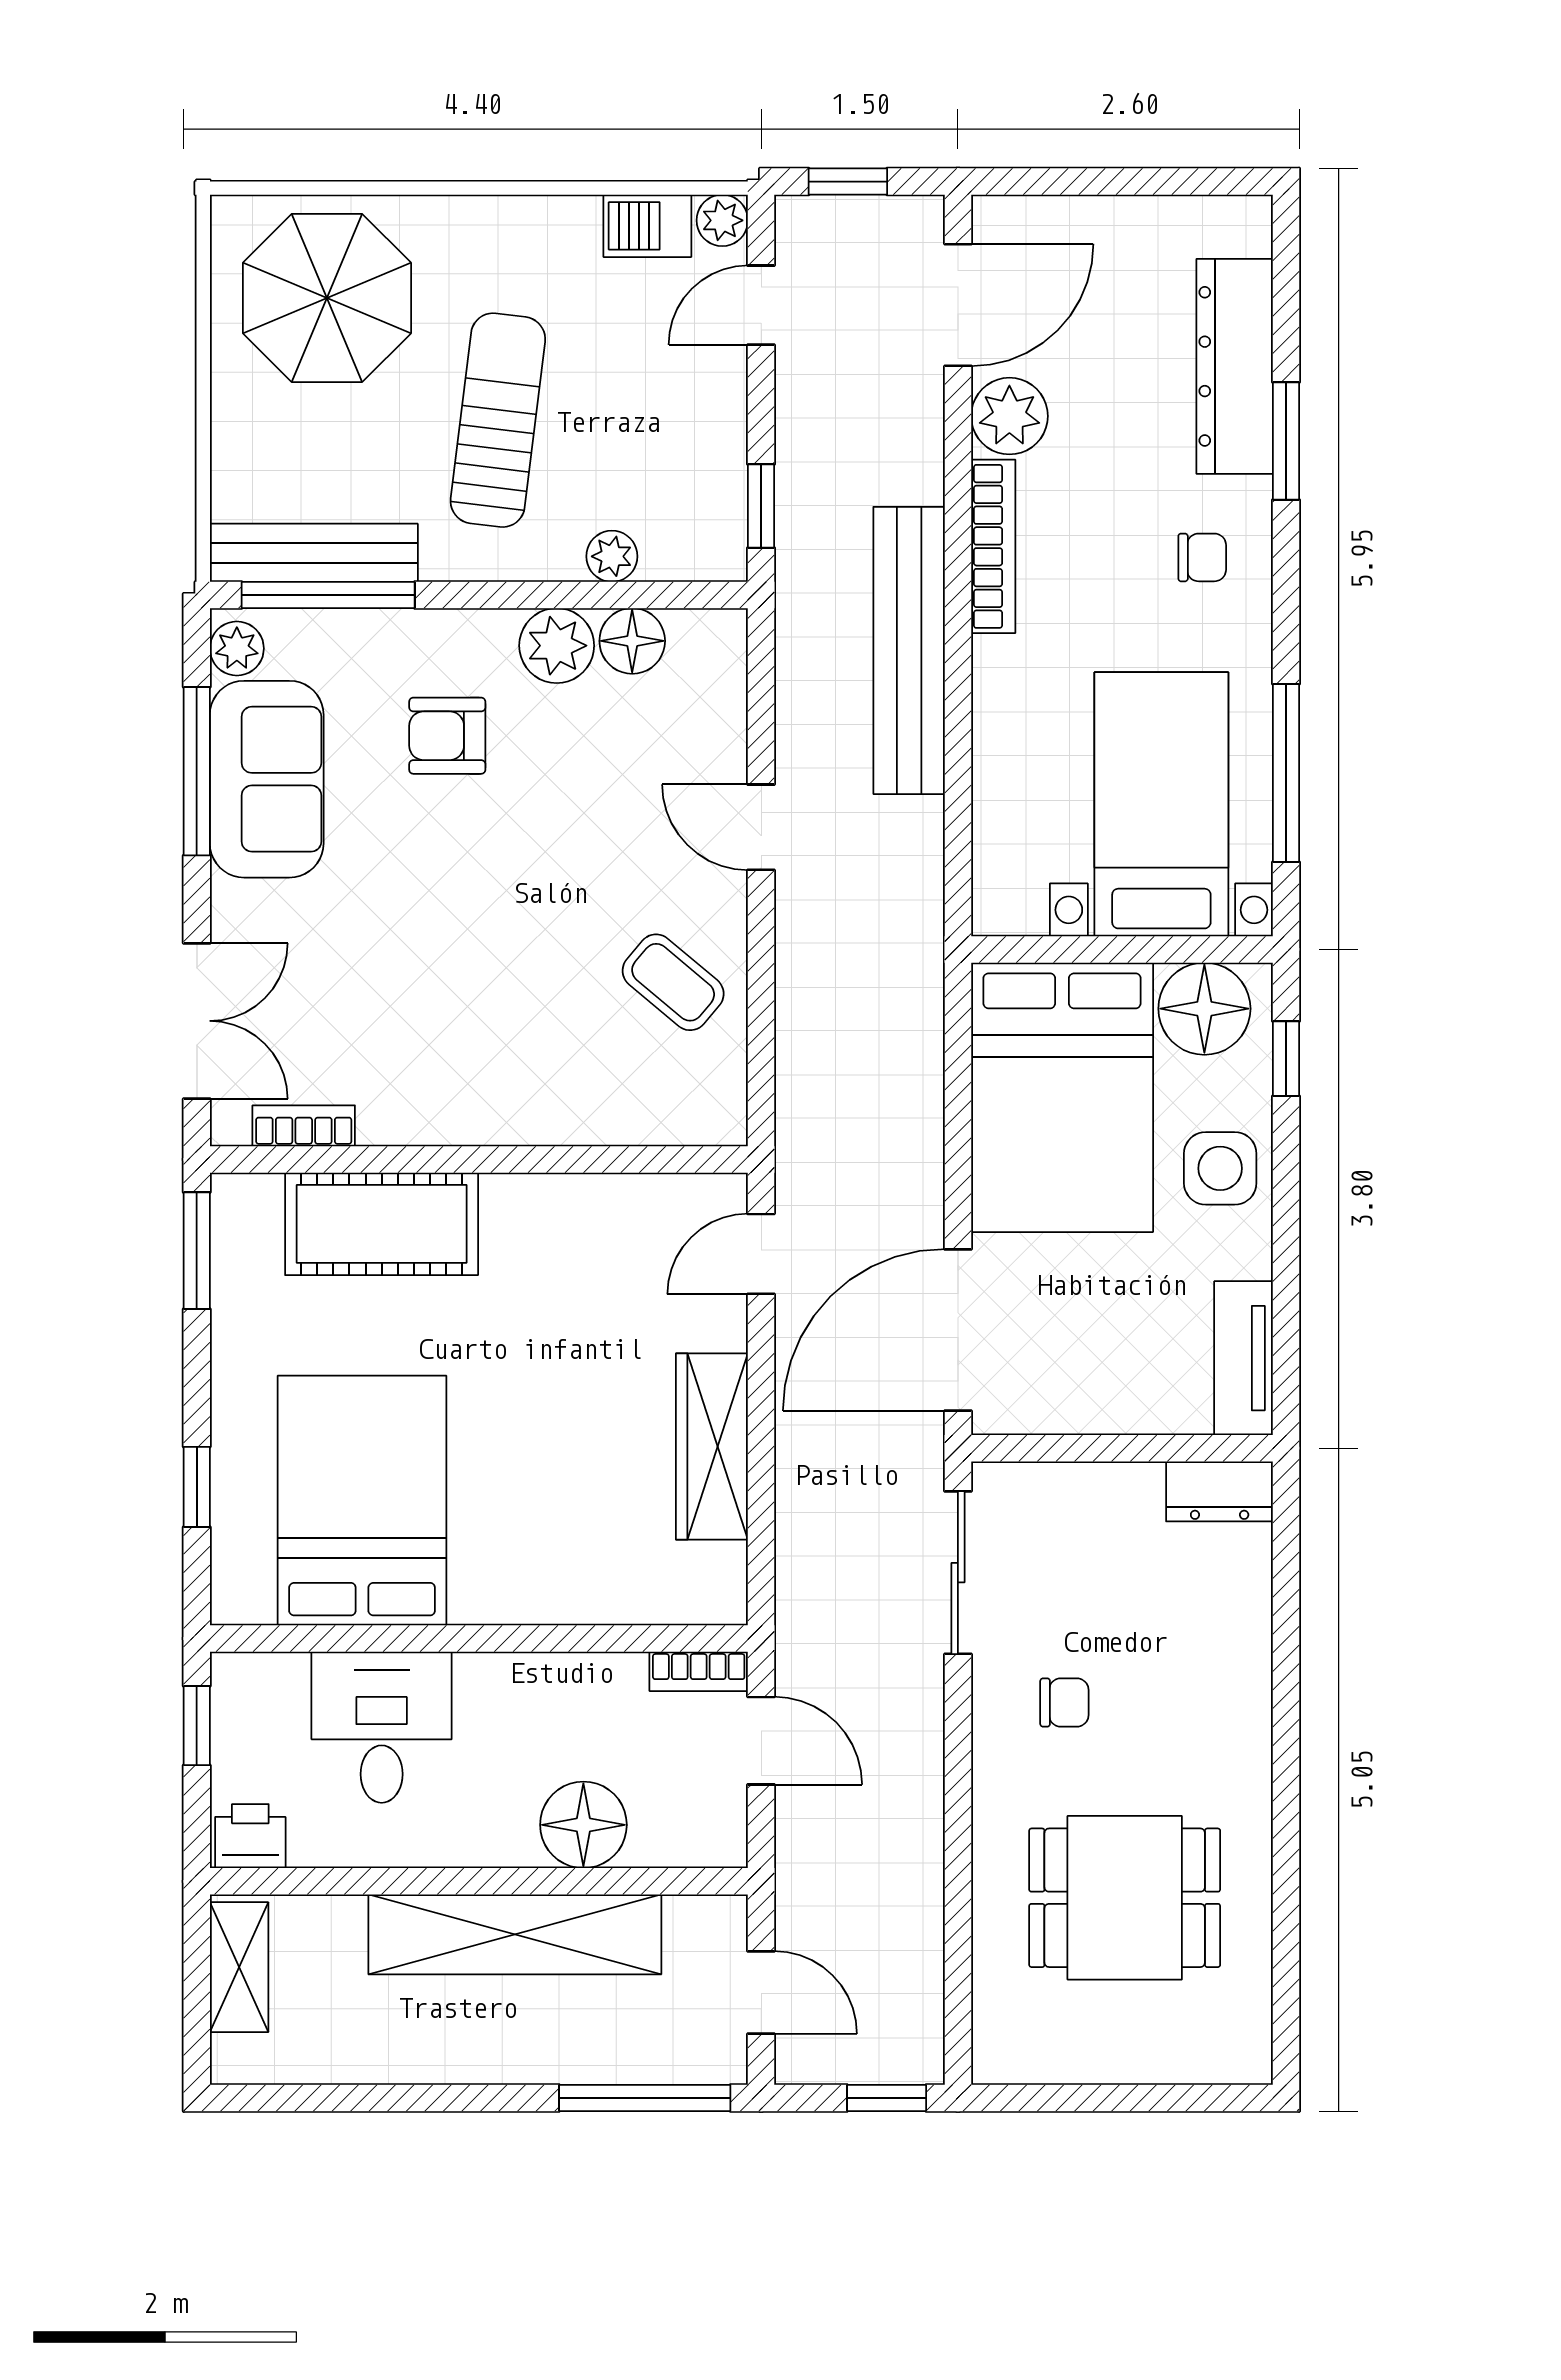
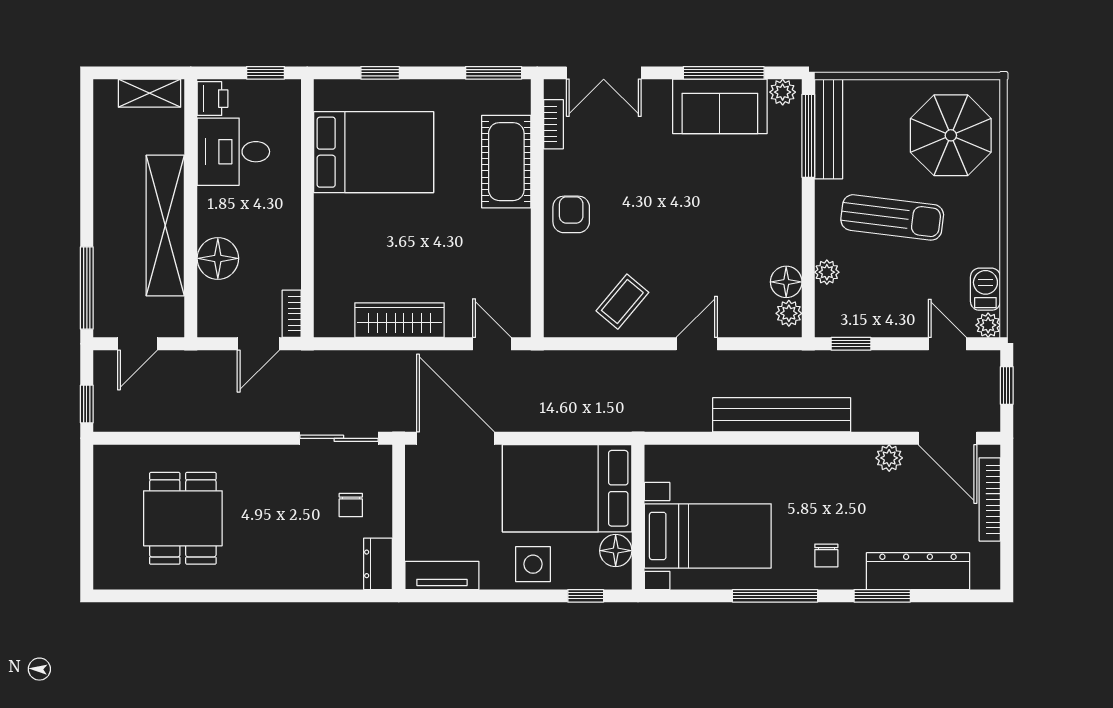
plant: (1009, 416) -> (889, 458), width x0.73, depth x0.73
bookcase: (993, 546) -> (990, 499), moved, turned 90
plant: (557, 646) -> (789, 313), moved, width x0.73, depth x0.73
armchair: (447, 736) -> (571, 214), moved
window: (1286, 773) -> (775, 596), moved
floor lamp: (1204, 1009) -> (616, 551), width x0.73, depth x0.73
chair: (1064, 1702) -> (351, 505), moved
desk: (382, 1727) -> (233, 152), moved, turned 180

